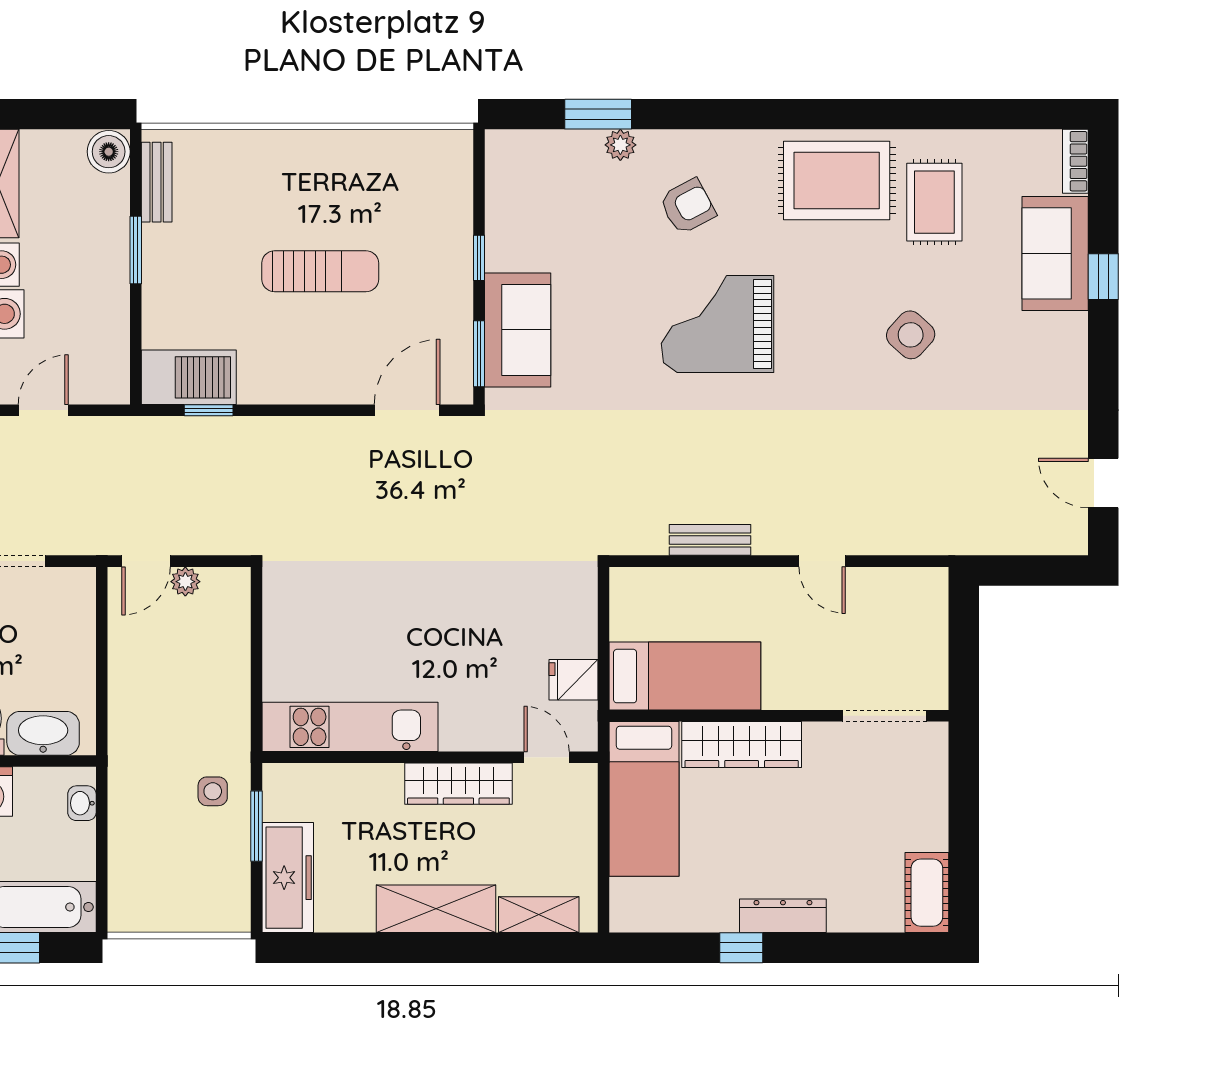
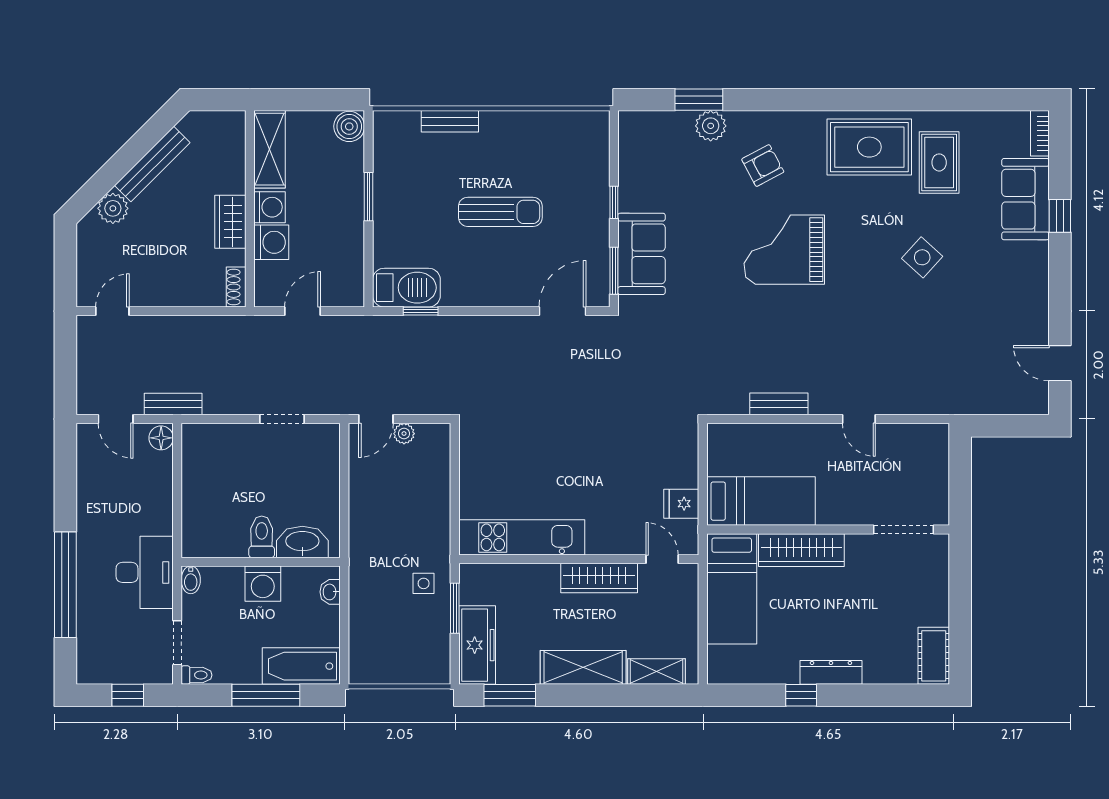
plant: (620, 145) -> (711, 126), width x1.38, depth x1.38
bench: (157, 182) -> (450, 121), moved, turned 90
window: (333, 948) -> (510, 695), added

